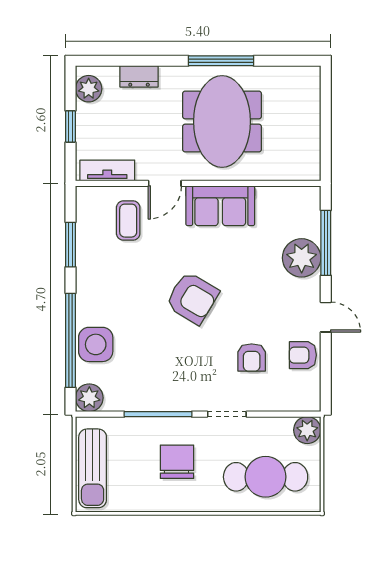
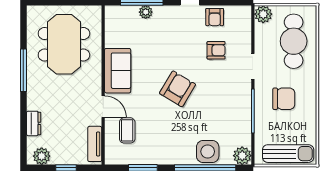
meeting table: (222, 121) -> (64, 44), moved, turned 90
coffee table: (128, 221) -> (127, 130), turned 90
plant: (302, 258) -> (146, 12), width x0.53, depth x0.53
chair: (177, 462) -> (284, 99), turned 180

